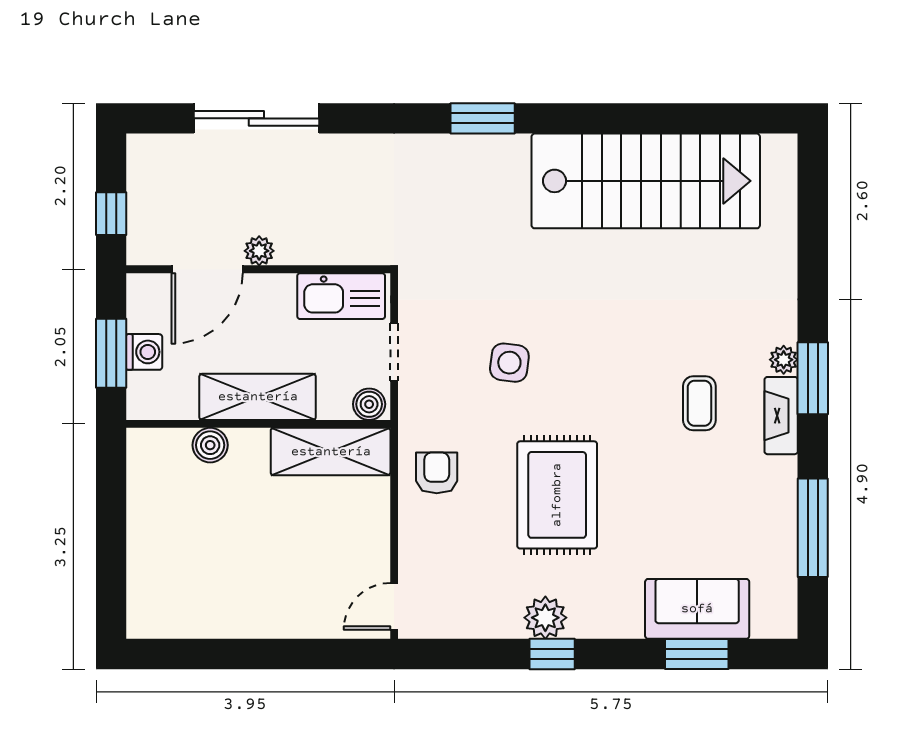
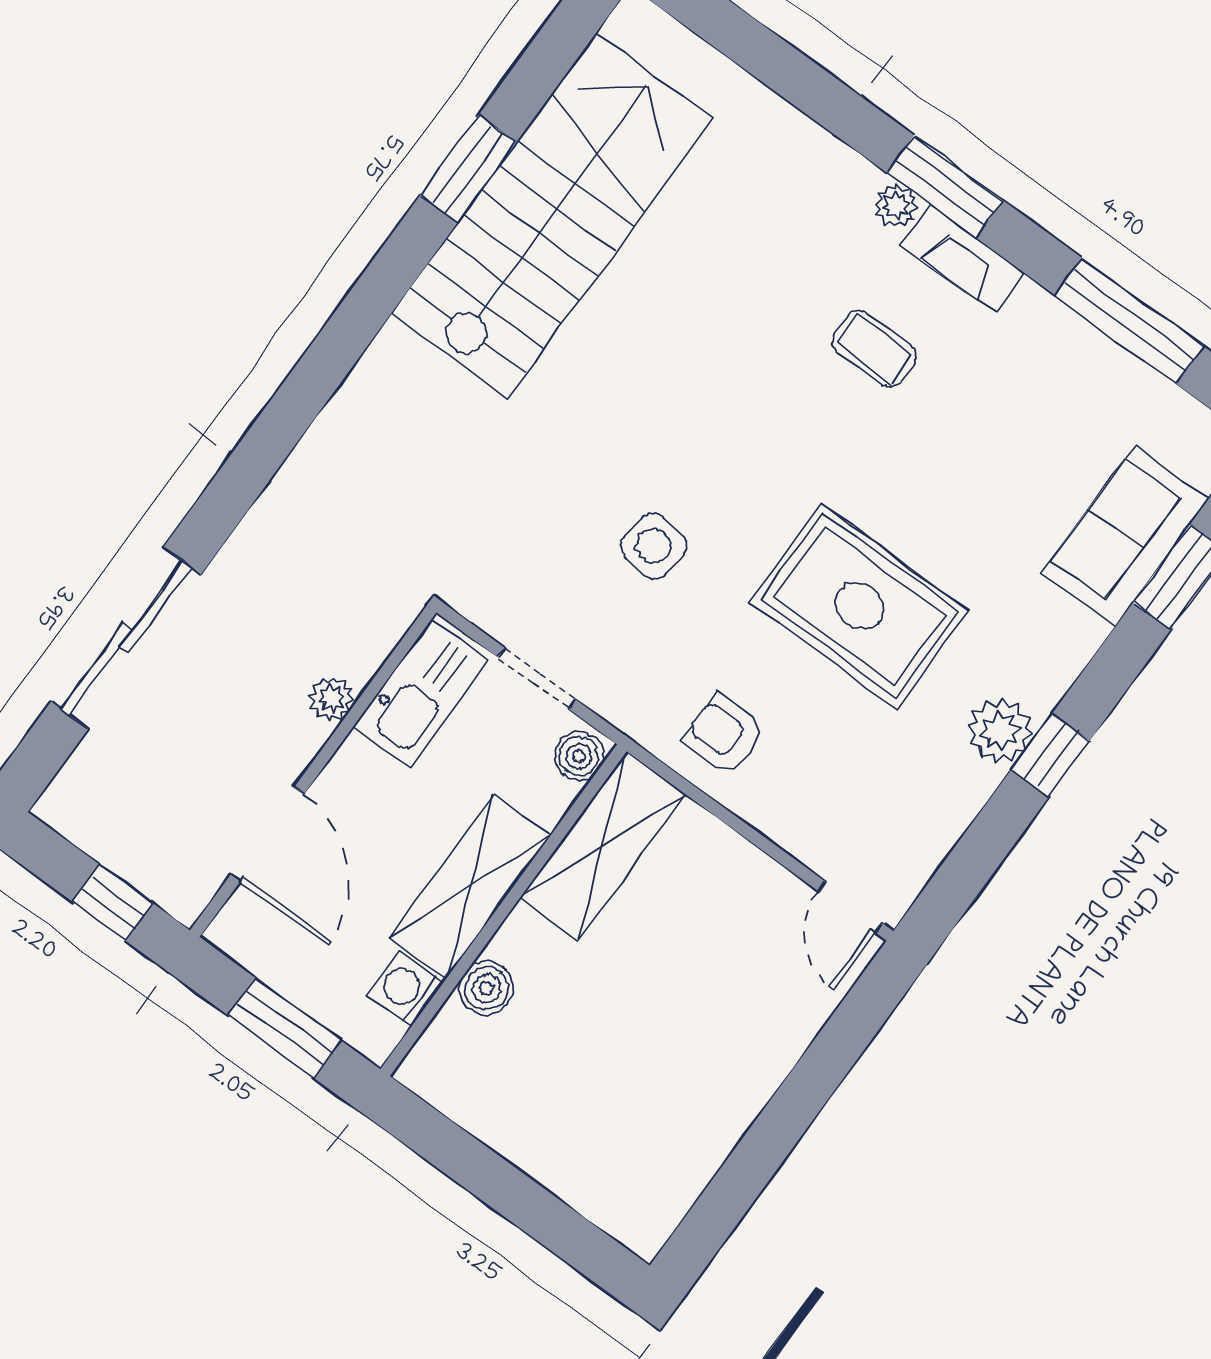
window: (483, 118) -> (468, 169), moved
plant: (259, 251) -> (332, 698), moved
washing machine: (144, 352) -> (405, 989), moved, turned -90

